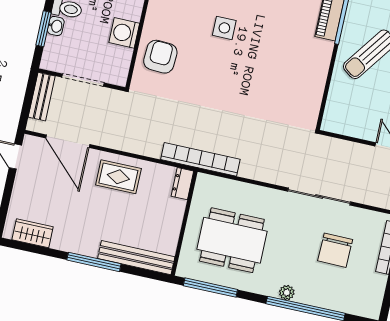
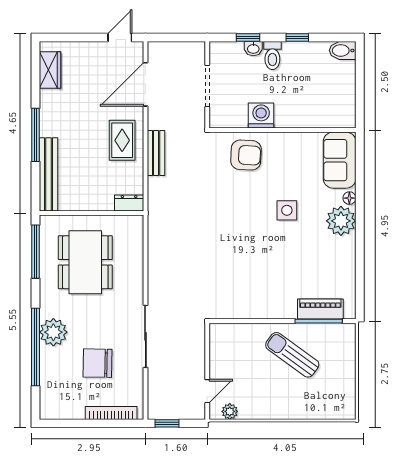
window: (44, 29) -> (248, 37), width x0.67
bench: (42, 97) -> (156, 153), moved, turned 90
bookcase: (200, 159) -> (156, 215), removed
plant: (287, 293) -> (53, 332), width x1.87, depth x1.87

